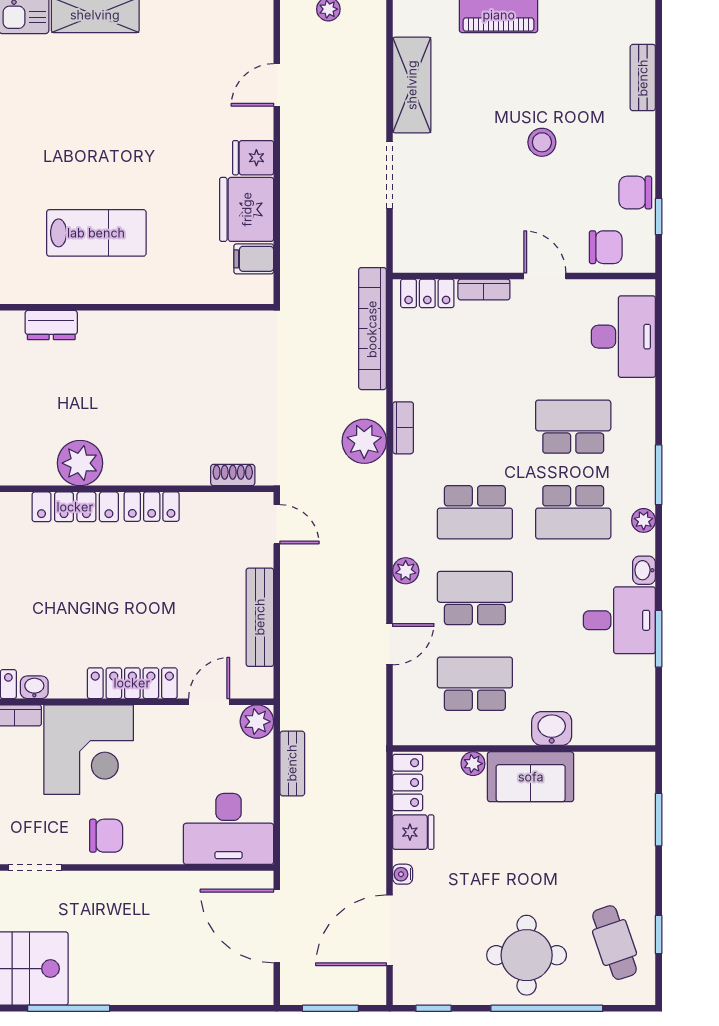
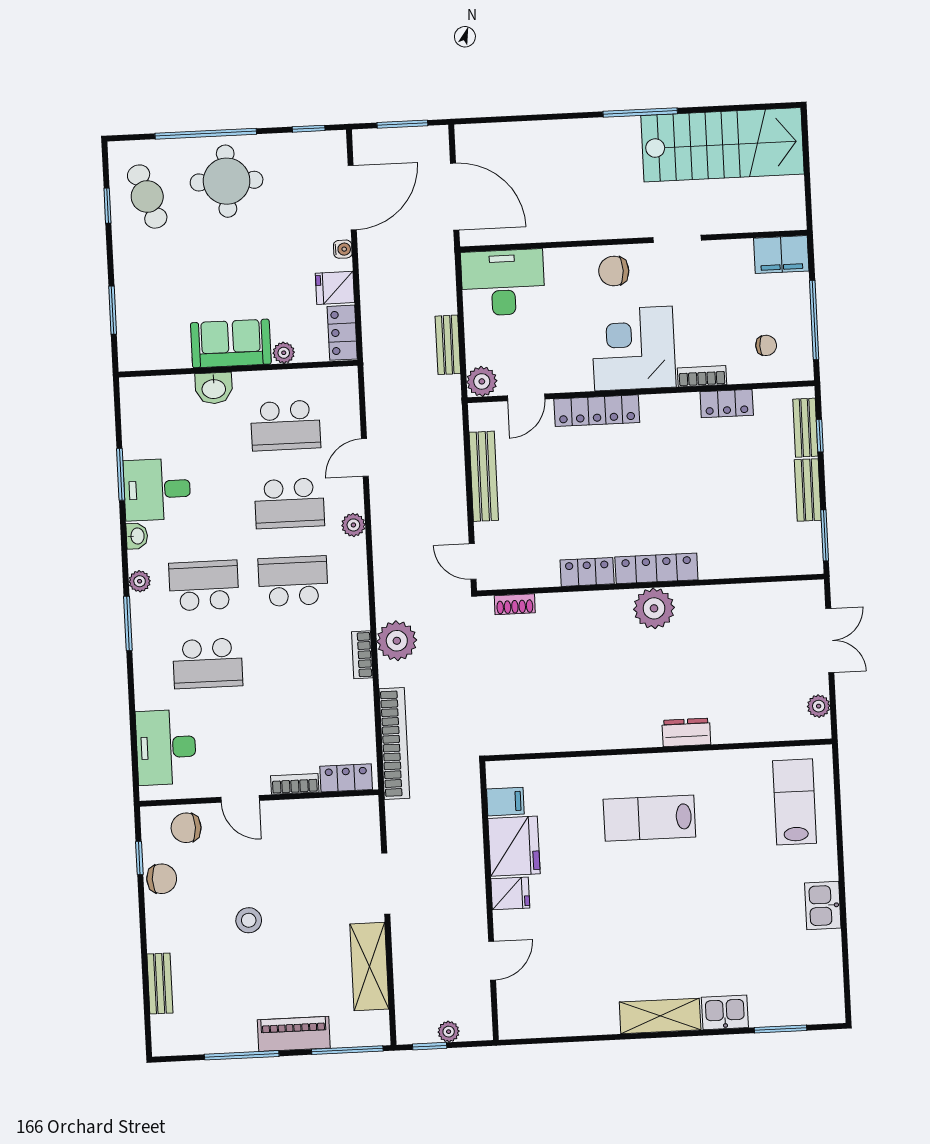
washbasin: (34, 687) -> (686, 403), removed

